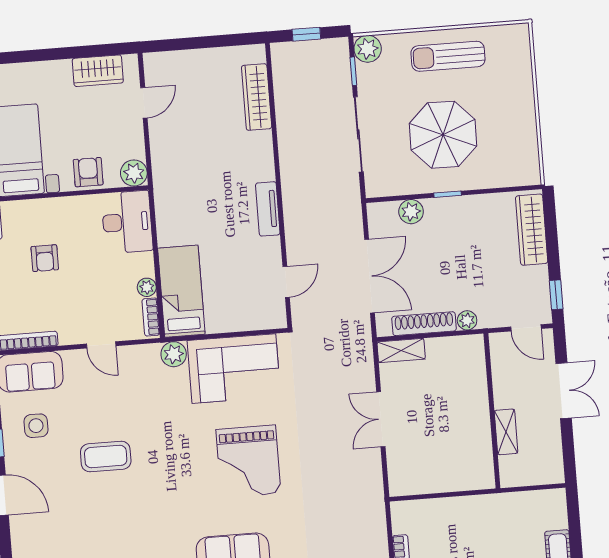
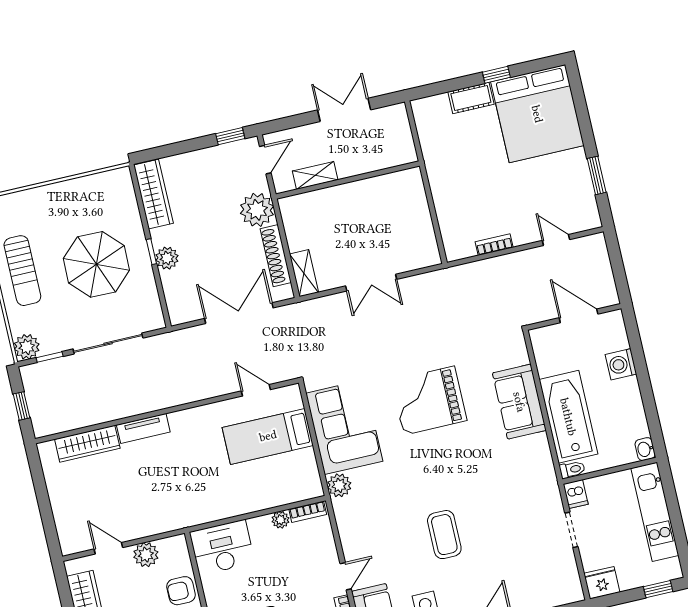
plant: (134, 173) -> (146, 555), moved
tv unit: (268, 209) -> (143, 428), moved
plant: (411, 212) -> (167, 258), moved
wardrobe: (532, 230) -> (153, 194), moved, turned -90
bed: (181, 291) -> (268, 436), moved
plant: (467, 320) -> (257, 210), width x1.88, depth x1.88
door: (101, 345) -> (346, 576), moved
double door: (564, 391) -> (344, 110), moved
shelving: (506, 432) -> (315, 175), moved
grand piano: (248, 461) -> (429, 401), turned 180

